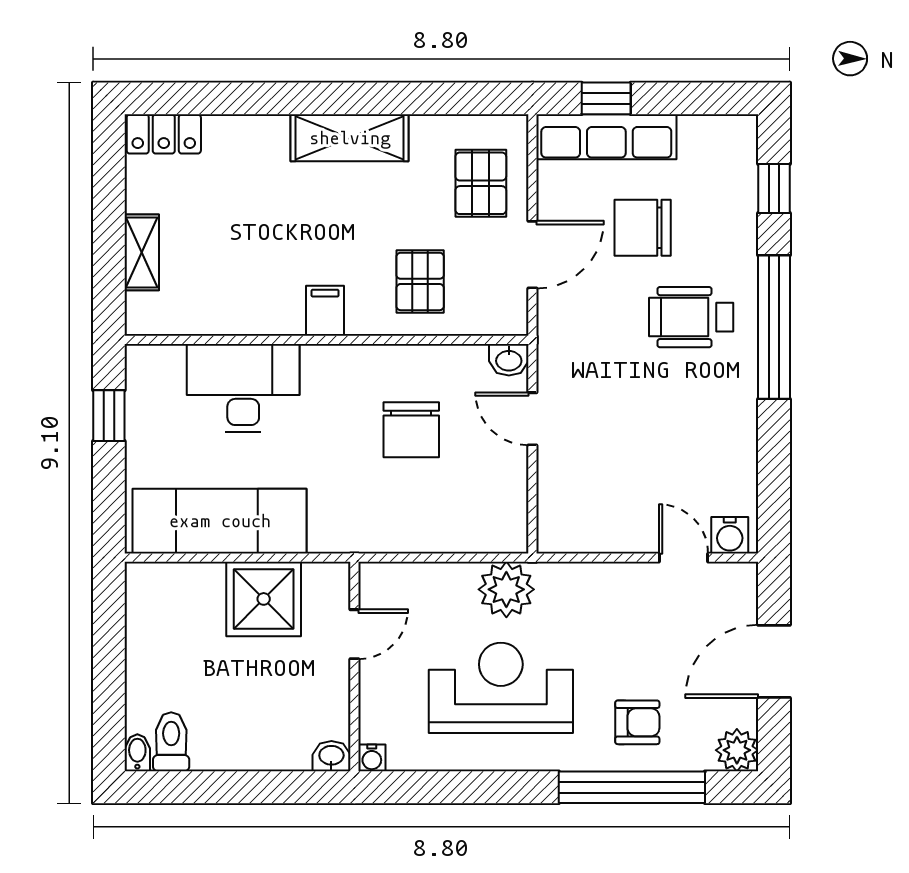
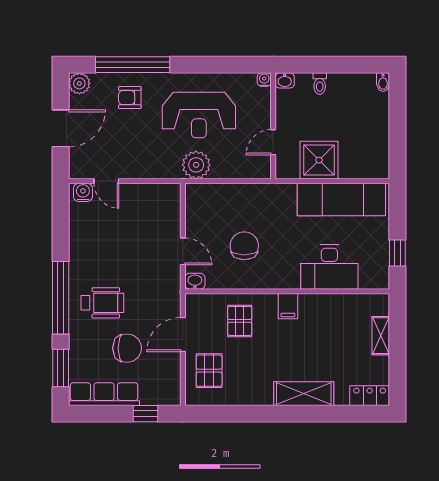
row of seats: (606, 137) -> (104, 394), moved
shelving: (350, 138) -> (304, 394), moved
window: (774, 188) -> (61, 368), width x1.50
toilet: (171, 742) -> (320, 84), moved, width x0.73, depth x0.72

